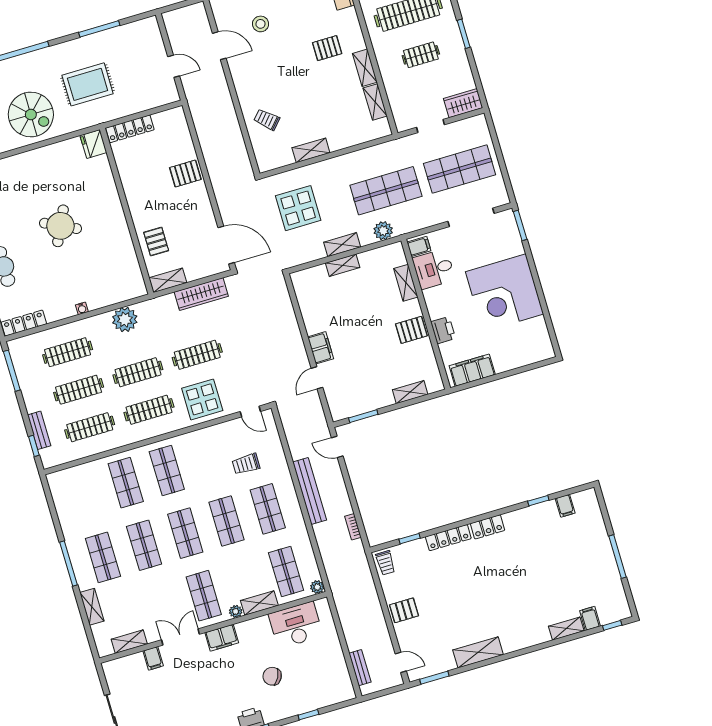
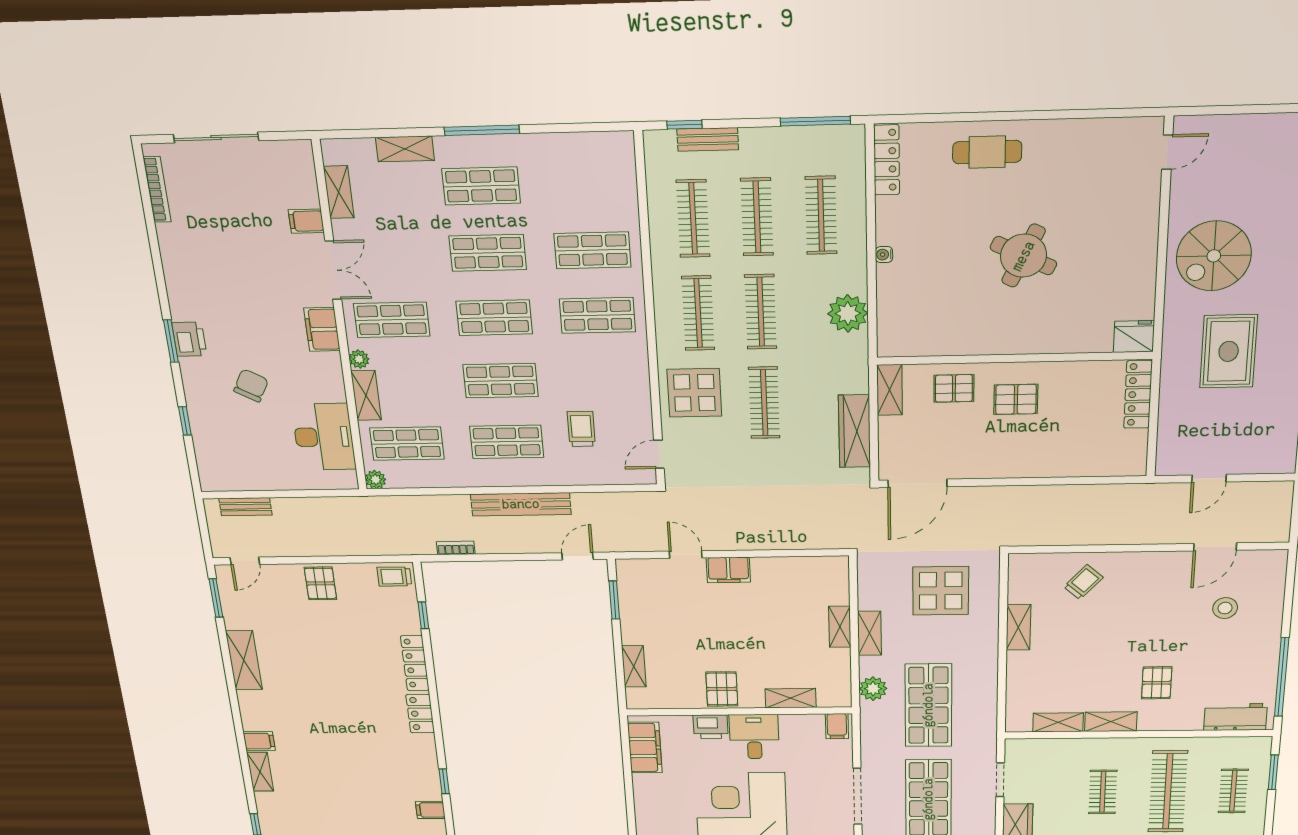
pallet: (185, 174) -> (1016, 399), moved, turned 90
desk: (434, 269) -> (754, 737), moved
filing cabinet: (590, 618) -> (259, 741), moved

